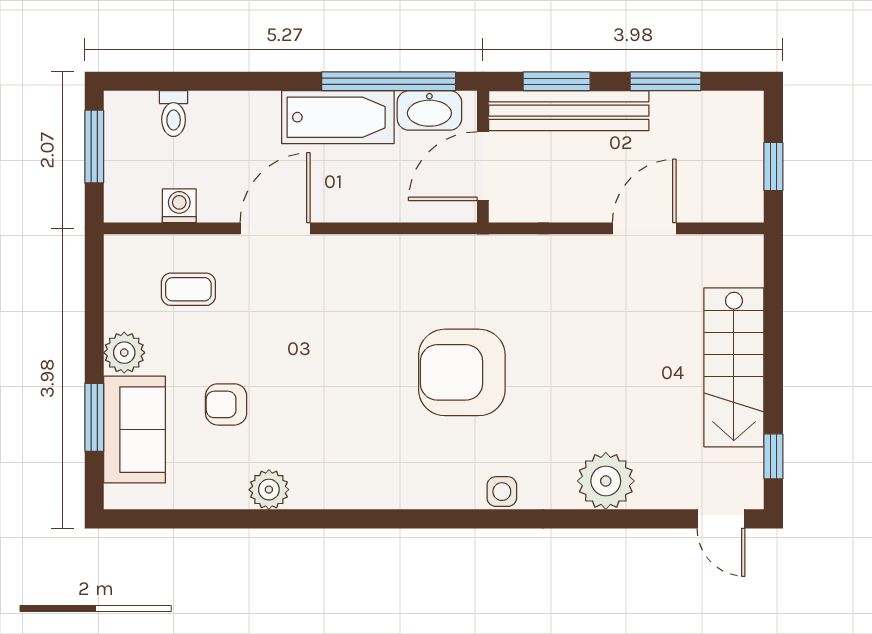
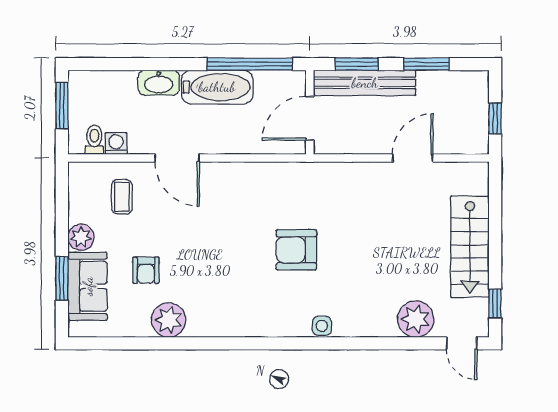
washbasin: (429, 110) -> (159, 83), moved
toilet: (174, 114) -> (94, 140), moved, turned 180
door: (275, 228) -> (177, 158), swing flipped
coffee table: (188, 289) -> (122, 197), turned 90
armchair: (462, 372) -> (296, 250), width x0.73, depth x0.73
armchair: (226, 404) -> (146, 270), turned -90
plant: (606, 481) -> (416, 319), moved
plant: (269, 490) -> (169, 320), width x1.36, depth x1.36

